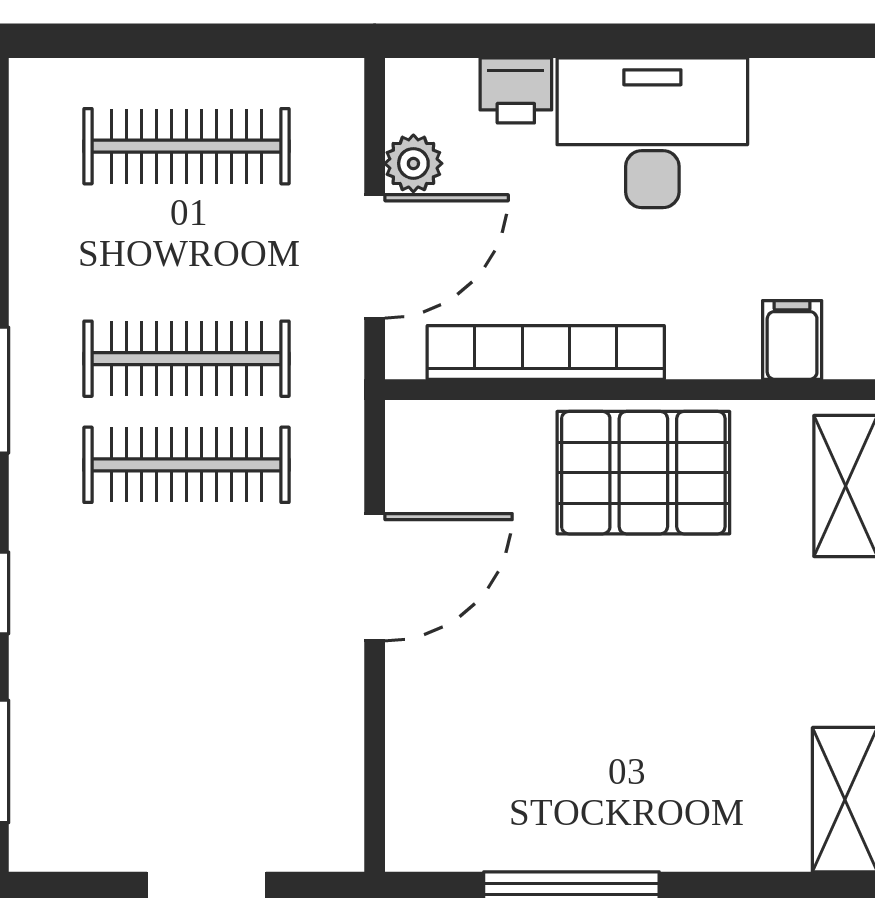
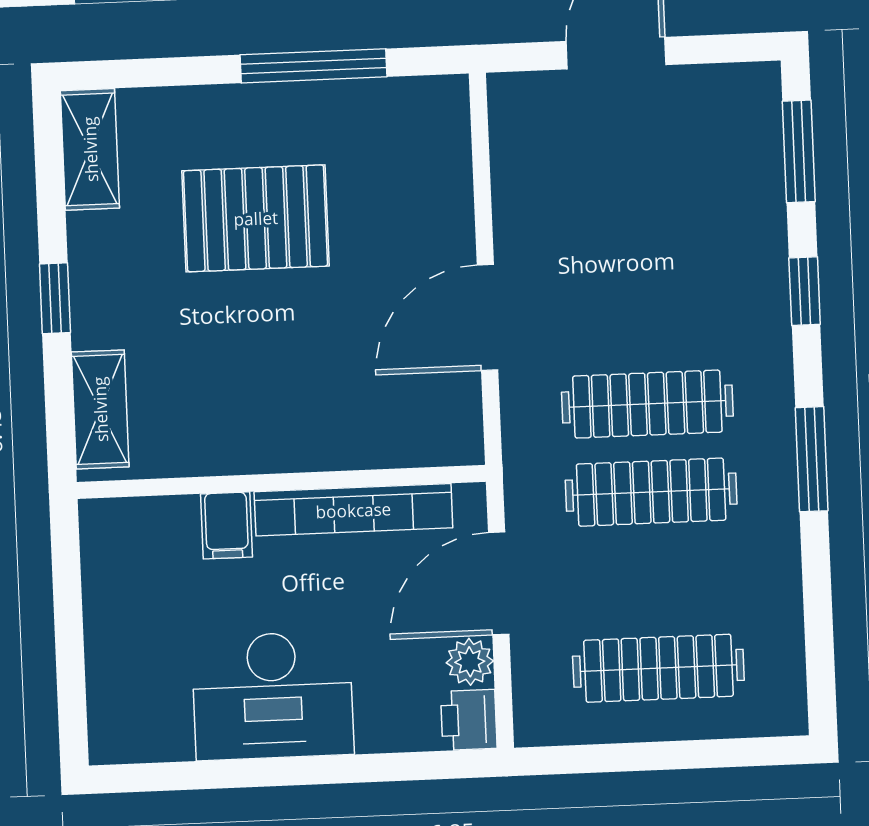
printer: (516, 90) -> (469, 720), moved, turned -90
filing cabinet: (792, 340) -> (227, 525), moved
pallet: (643, 473) -> (256, 218), moved

